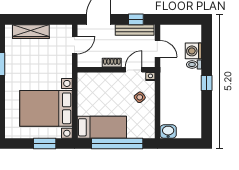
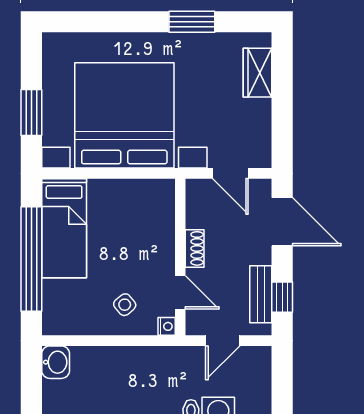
bench: (135, 30) -> (261, 294), width x0.73
wardrobe: (31, 32) -> (258, 73), width x0.67
bed with nightstands: (46, 108) -> (124, 115), width x1.36

